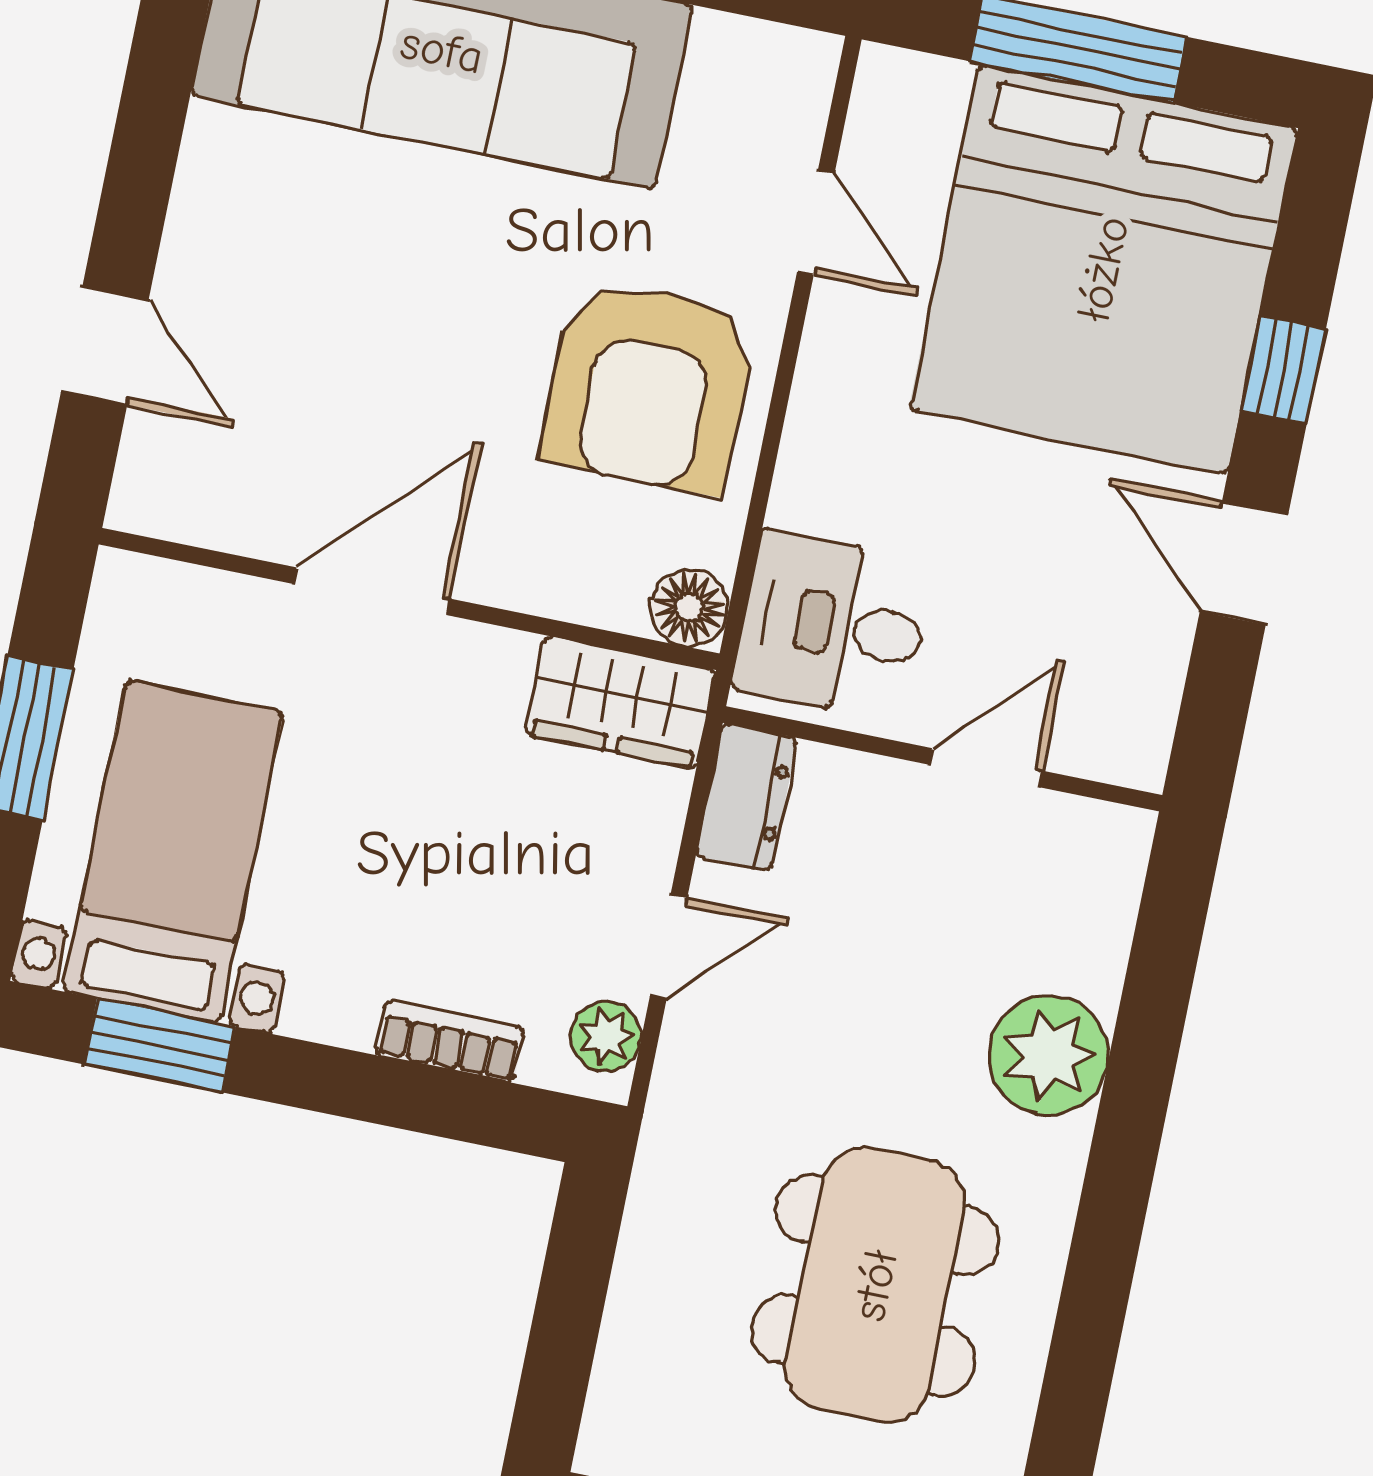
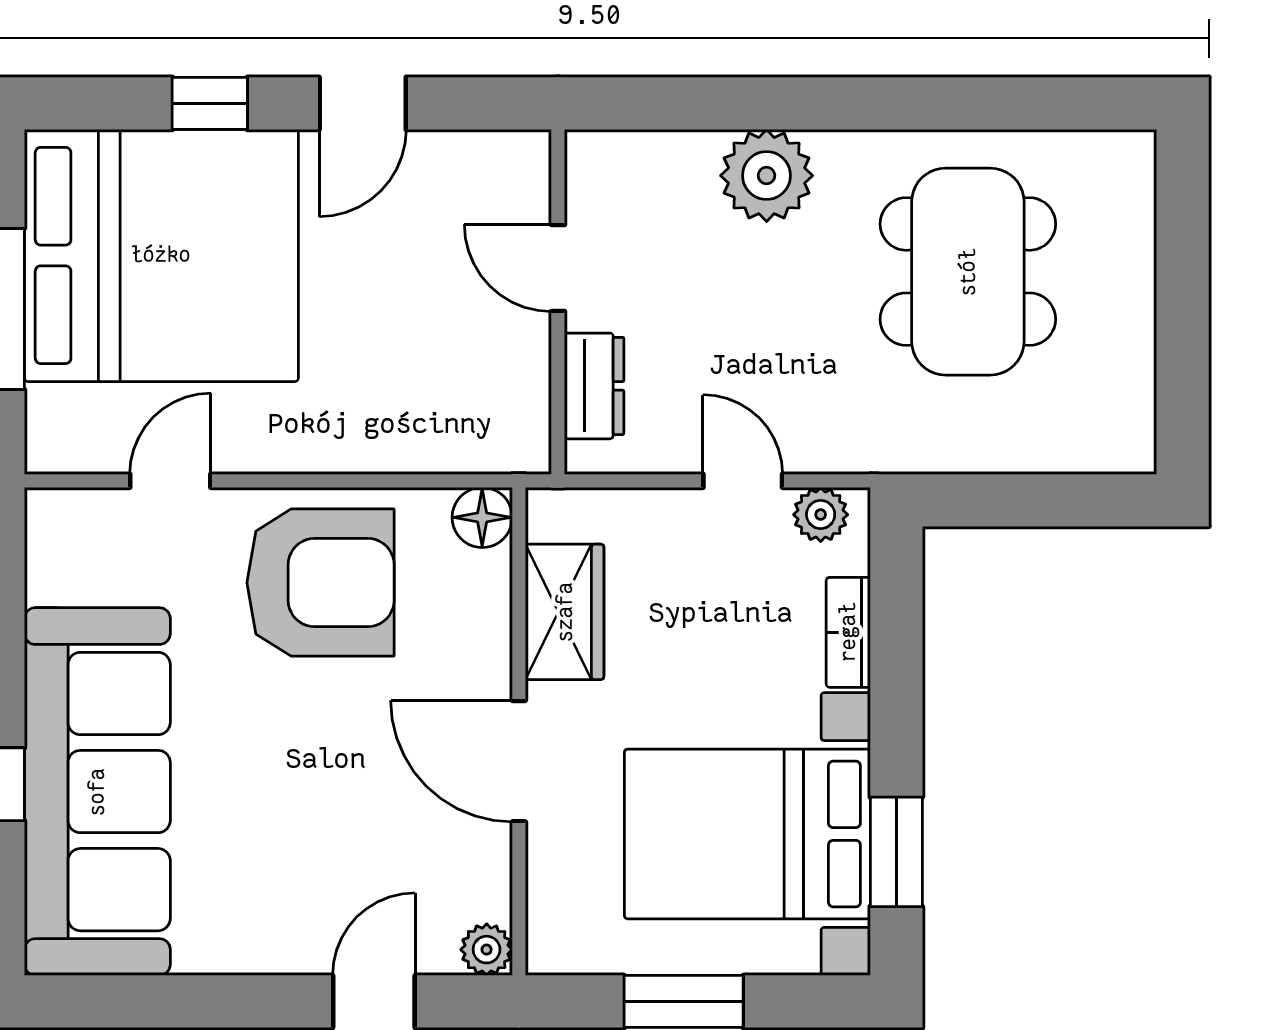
plant: (141, 502) -> (487, 950), added
desk: (833, 625) -> (473, 405), removed
wardrobe: (620, 702) -> (565, 612), moved
dresser: (747, 797) -> (594, 386), moved, turned 90
bed with nightstands: (173, 852) -> (747, 834), width x1.36
dining table: (875, 1285) -> (968, 272), turned 90

